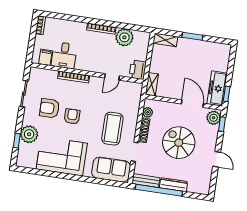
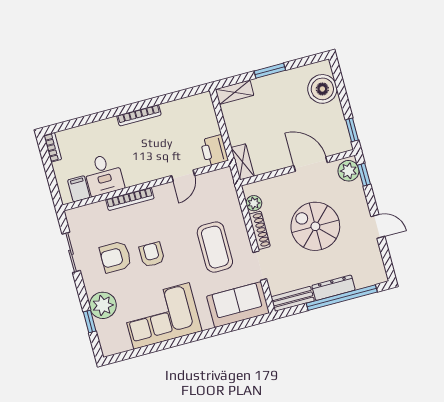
plant: (124, 37) -> (176, 113), removed
boiler: (219, 61) -> (322, 89), added
freezer: (217, 88) -> (336, 128), removed
window: (159, 190) -> (342, 298), moved

